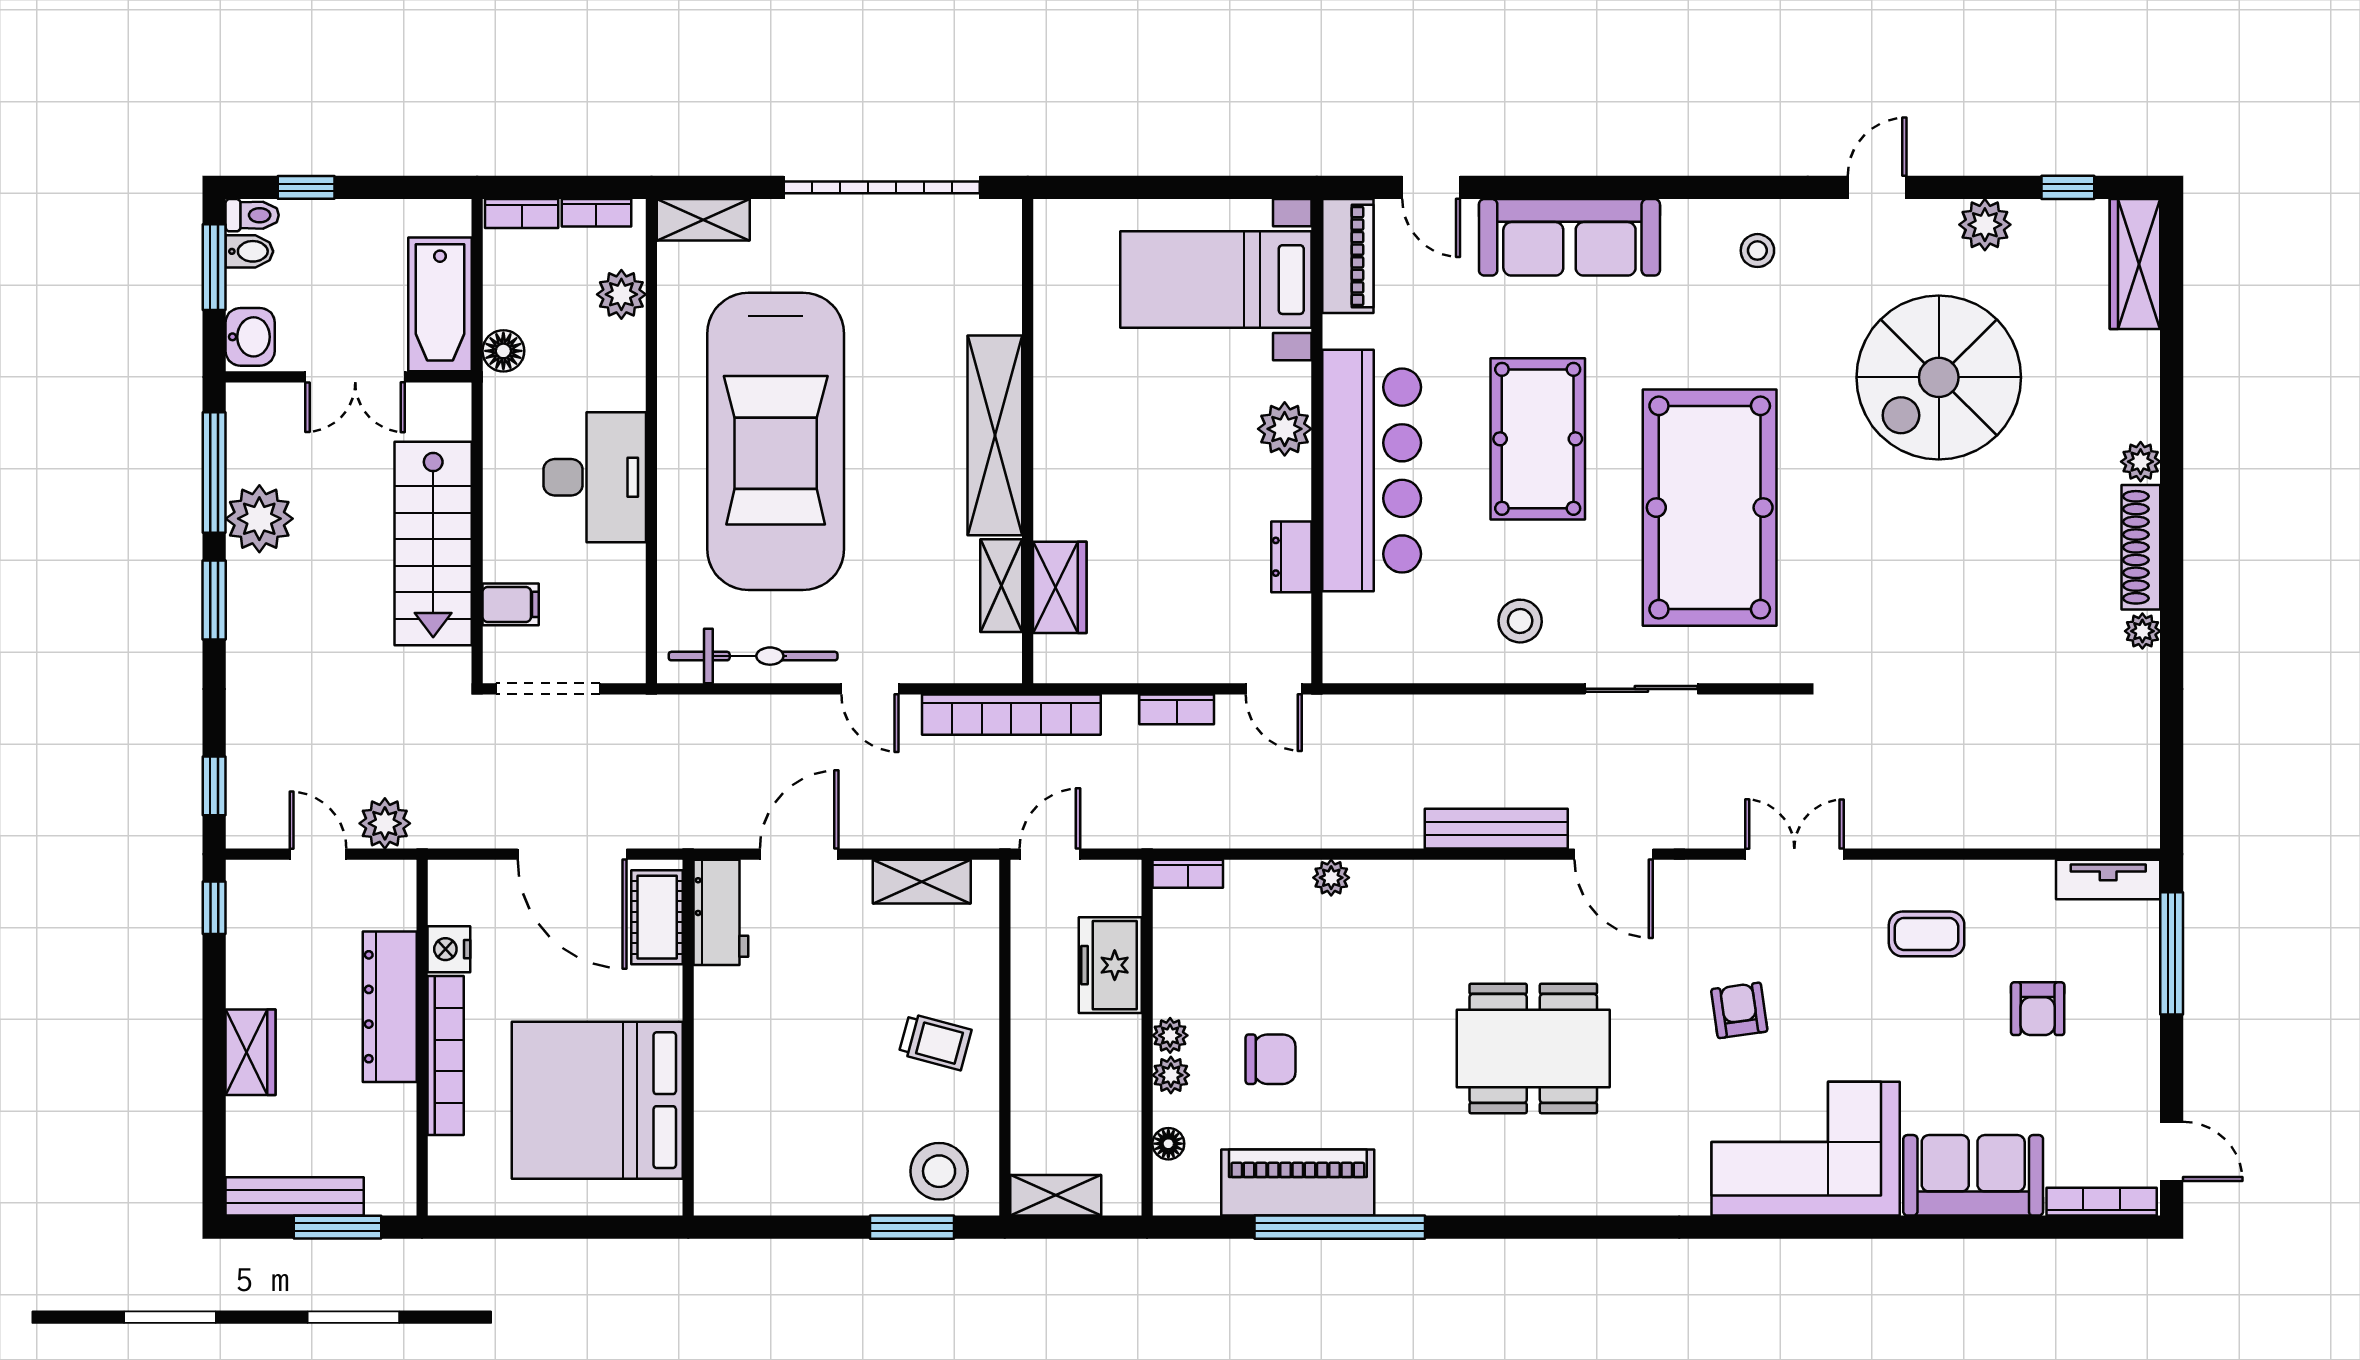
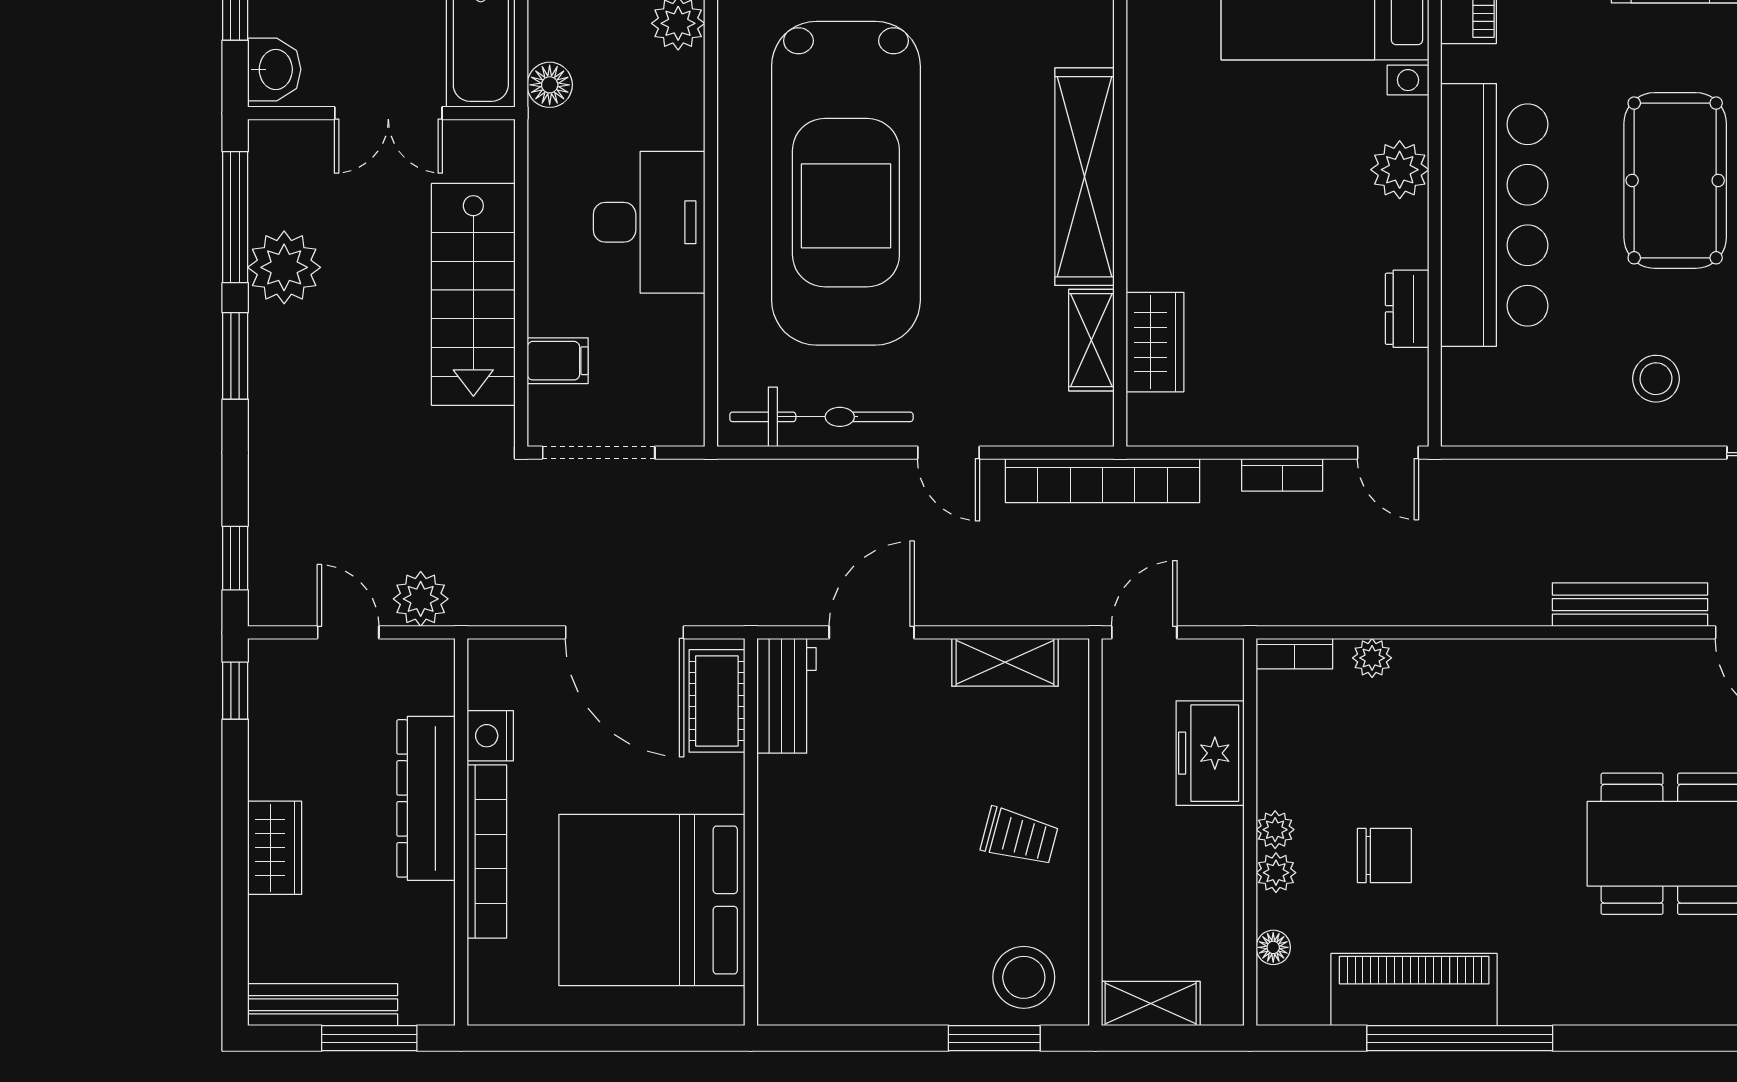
plant: (1331, 878) -> (1372, 658), moved

